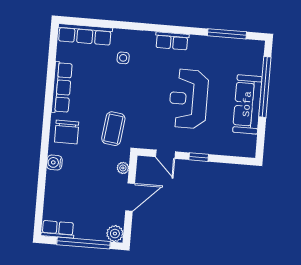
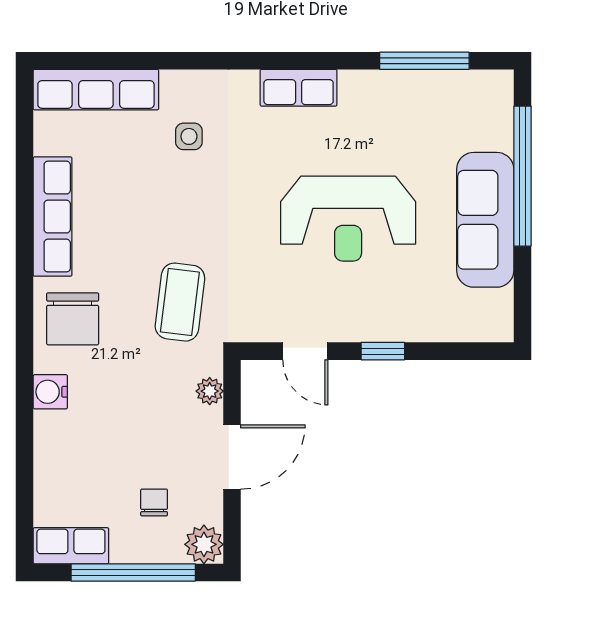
reception desk: (189, 99) -> (348, 219), turned -90
chair: (95, 214) -> (154, 502), added

